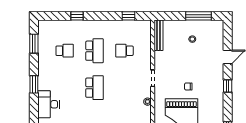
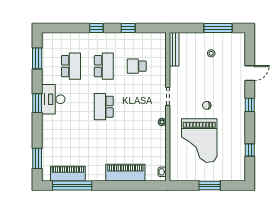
window: (77, 16) -> (96, 28), moved
window: (128, 16) -> (128, 28), moved
school desk: (65, 51) -> (71, 66), width x1.85
school desk: (95, 88) -> (104, 107), turned 180
desk: (48, 104) -> (53, 99), moved

